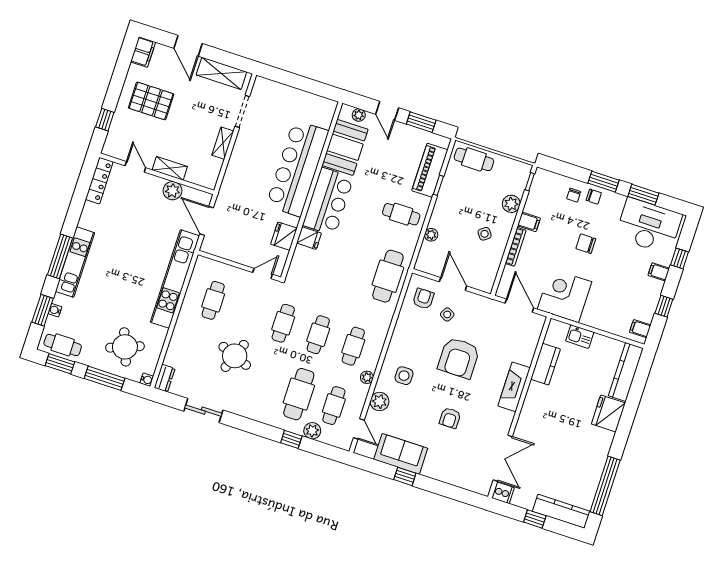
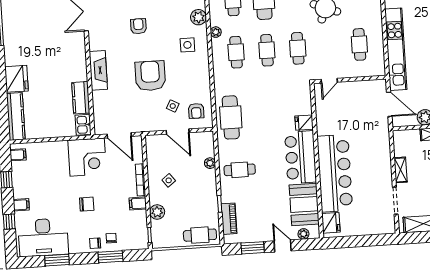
piano: (430, 170) -> (229, 219), width x0.73, depth x0.75
window: (603, 182) -> (111, 257), moved
fridge: (284, 236) -> (331, 223), moved
kitchen sink: (580, 337) -> (83, 125), moved, turned -90

